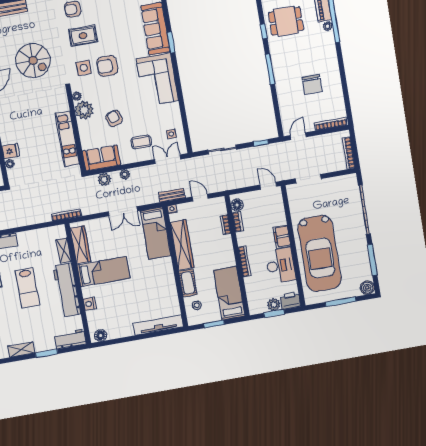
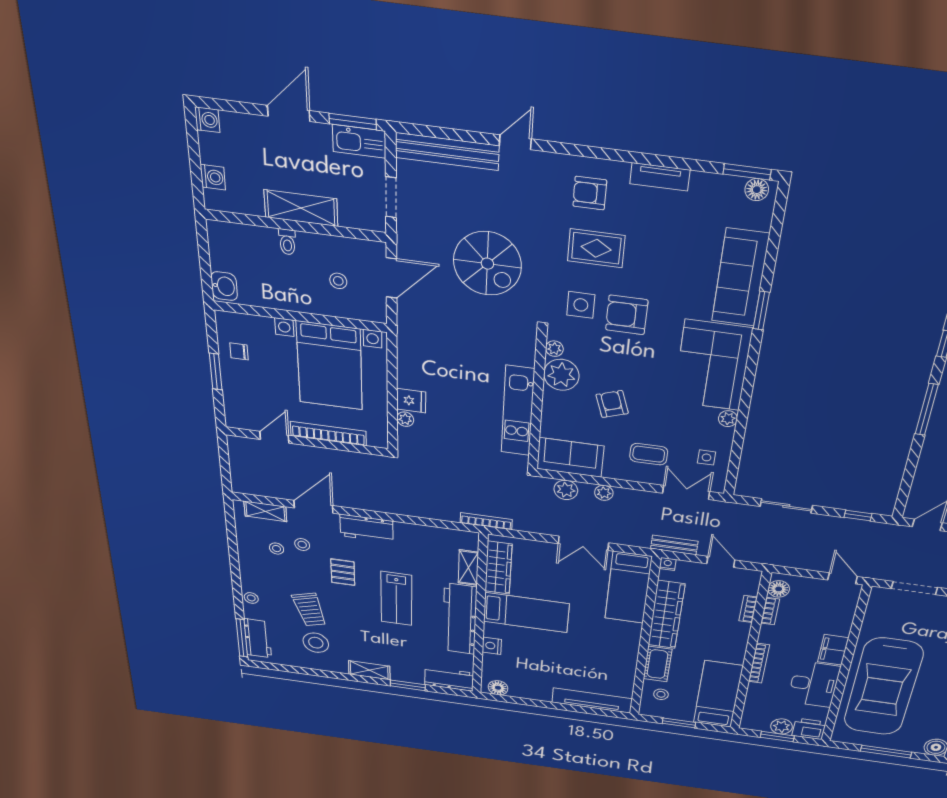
plant: (175, 107) -> (728, 419), added

